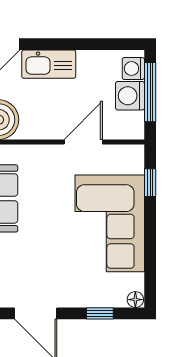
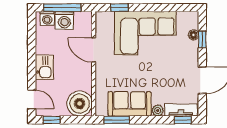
kitchen sink: (49, 64) -> (44, 67), width x0.73
floor lamp: (135, 300) -> (193, 35), moved

